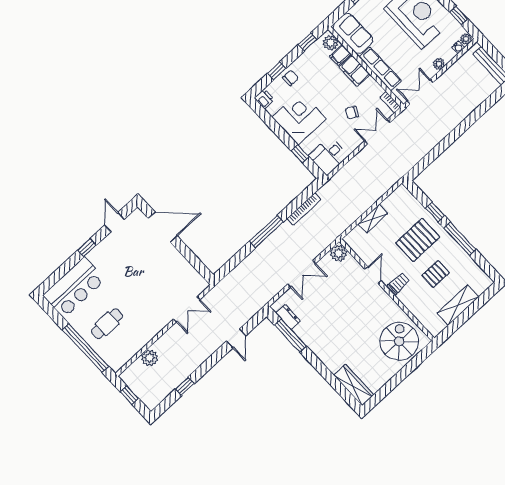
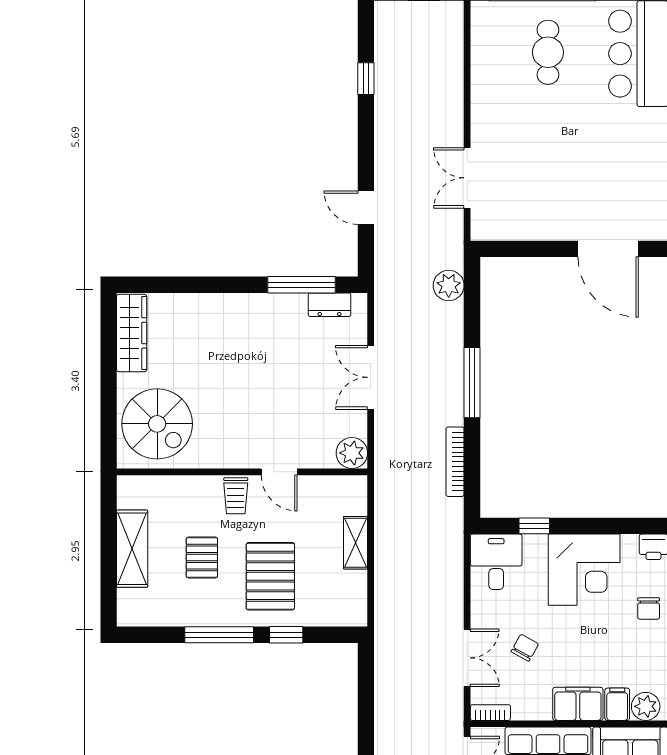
door: (163, 227) -> (608, 249), hinge flipped
plant: (150, 358) -> (449, 285), moved
wardrobe: (354, 385) -> (132, 333), moved, turned -90

